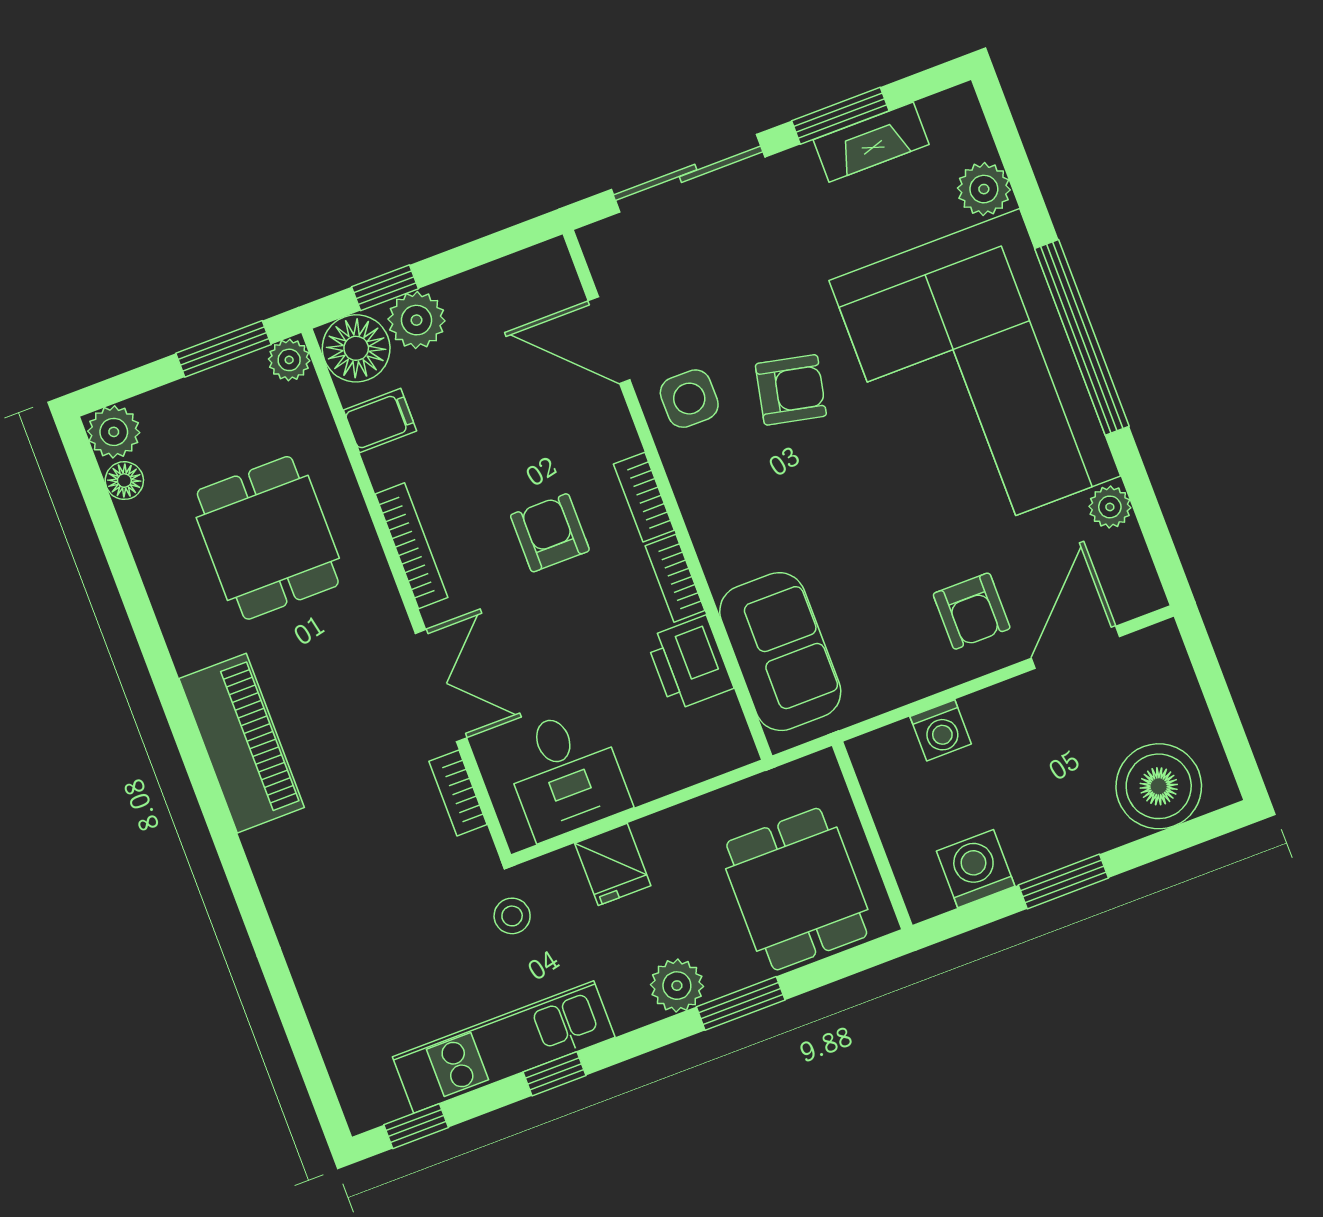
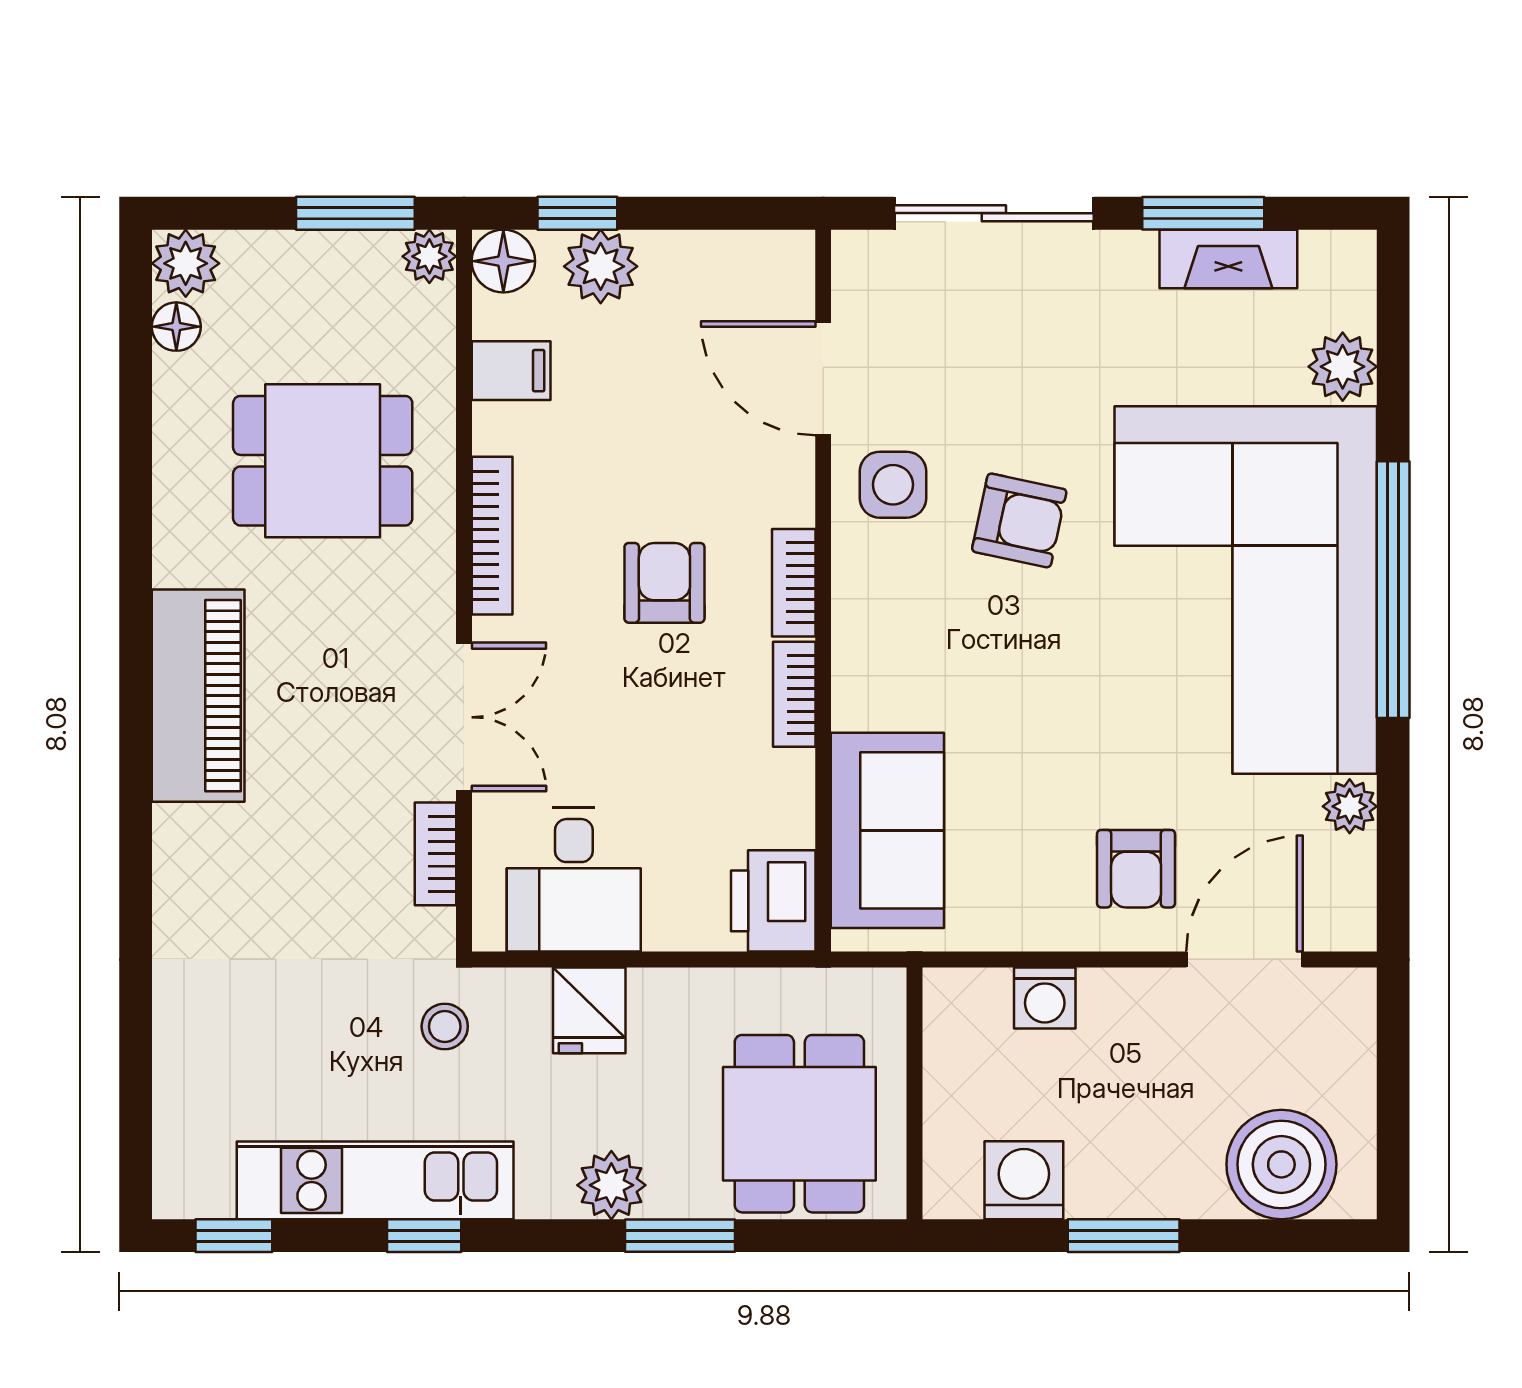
floor lamp: (356, 348) -> (503, 261), width x0.73, depth x0.73
dining table: (268, 538) -> (323, 461), turned 90
printer: (690, 663) -> (773, 901), moved

